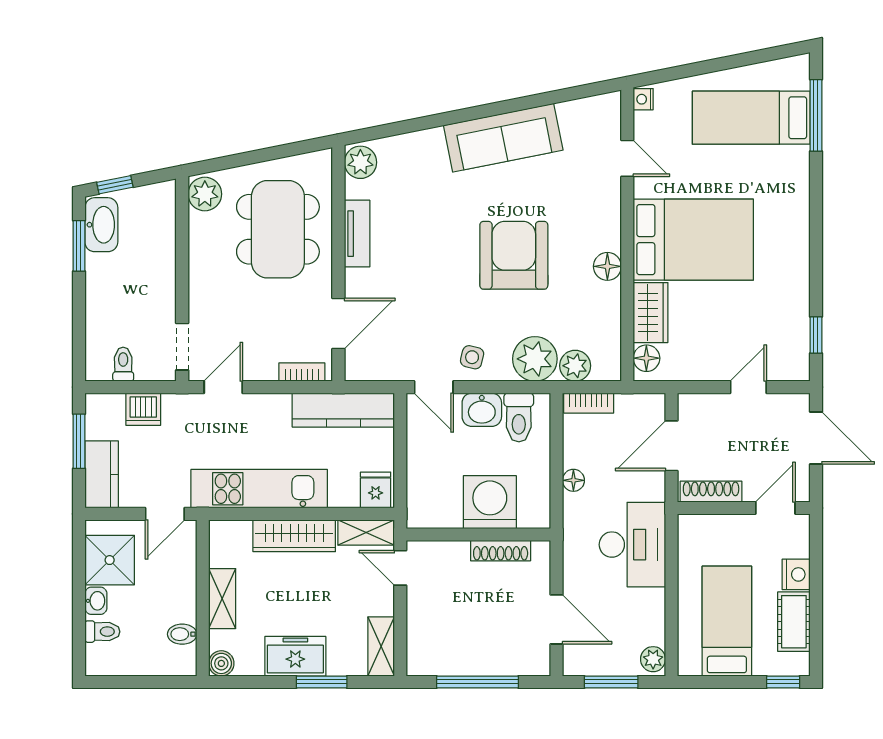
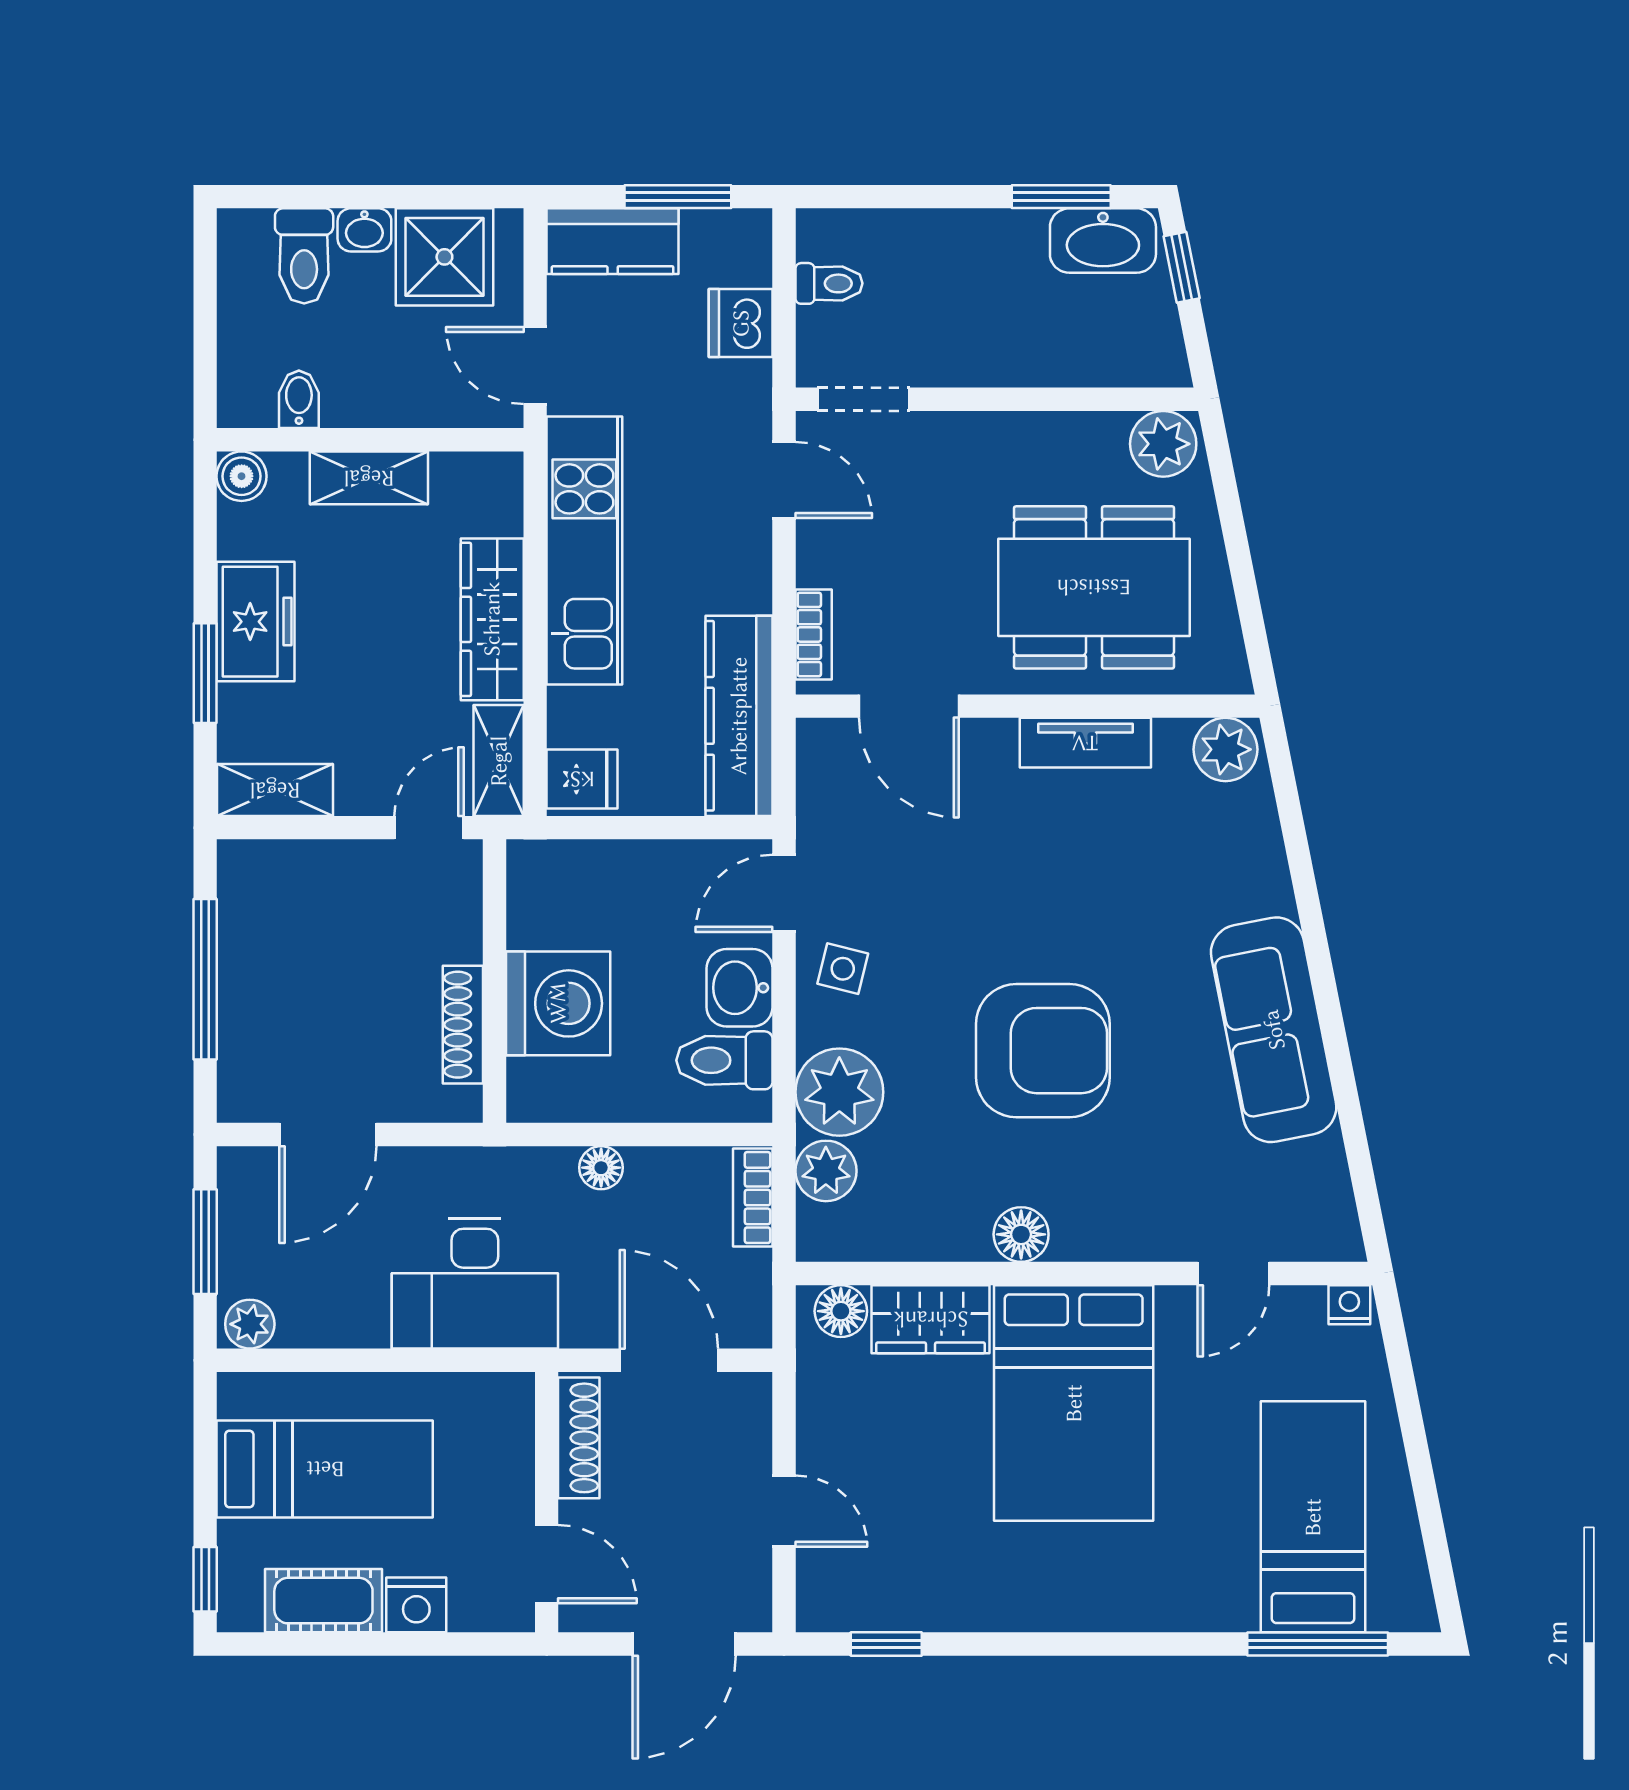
toilet: (102, 632) -> (304, 256), width x1.37, depth x1.39

